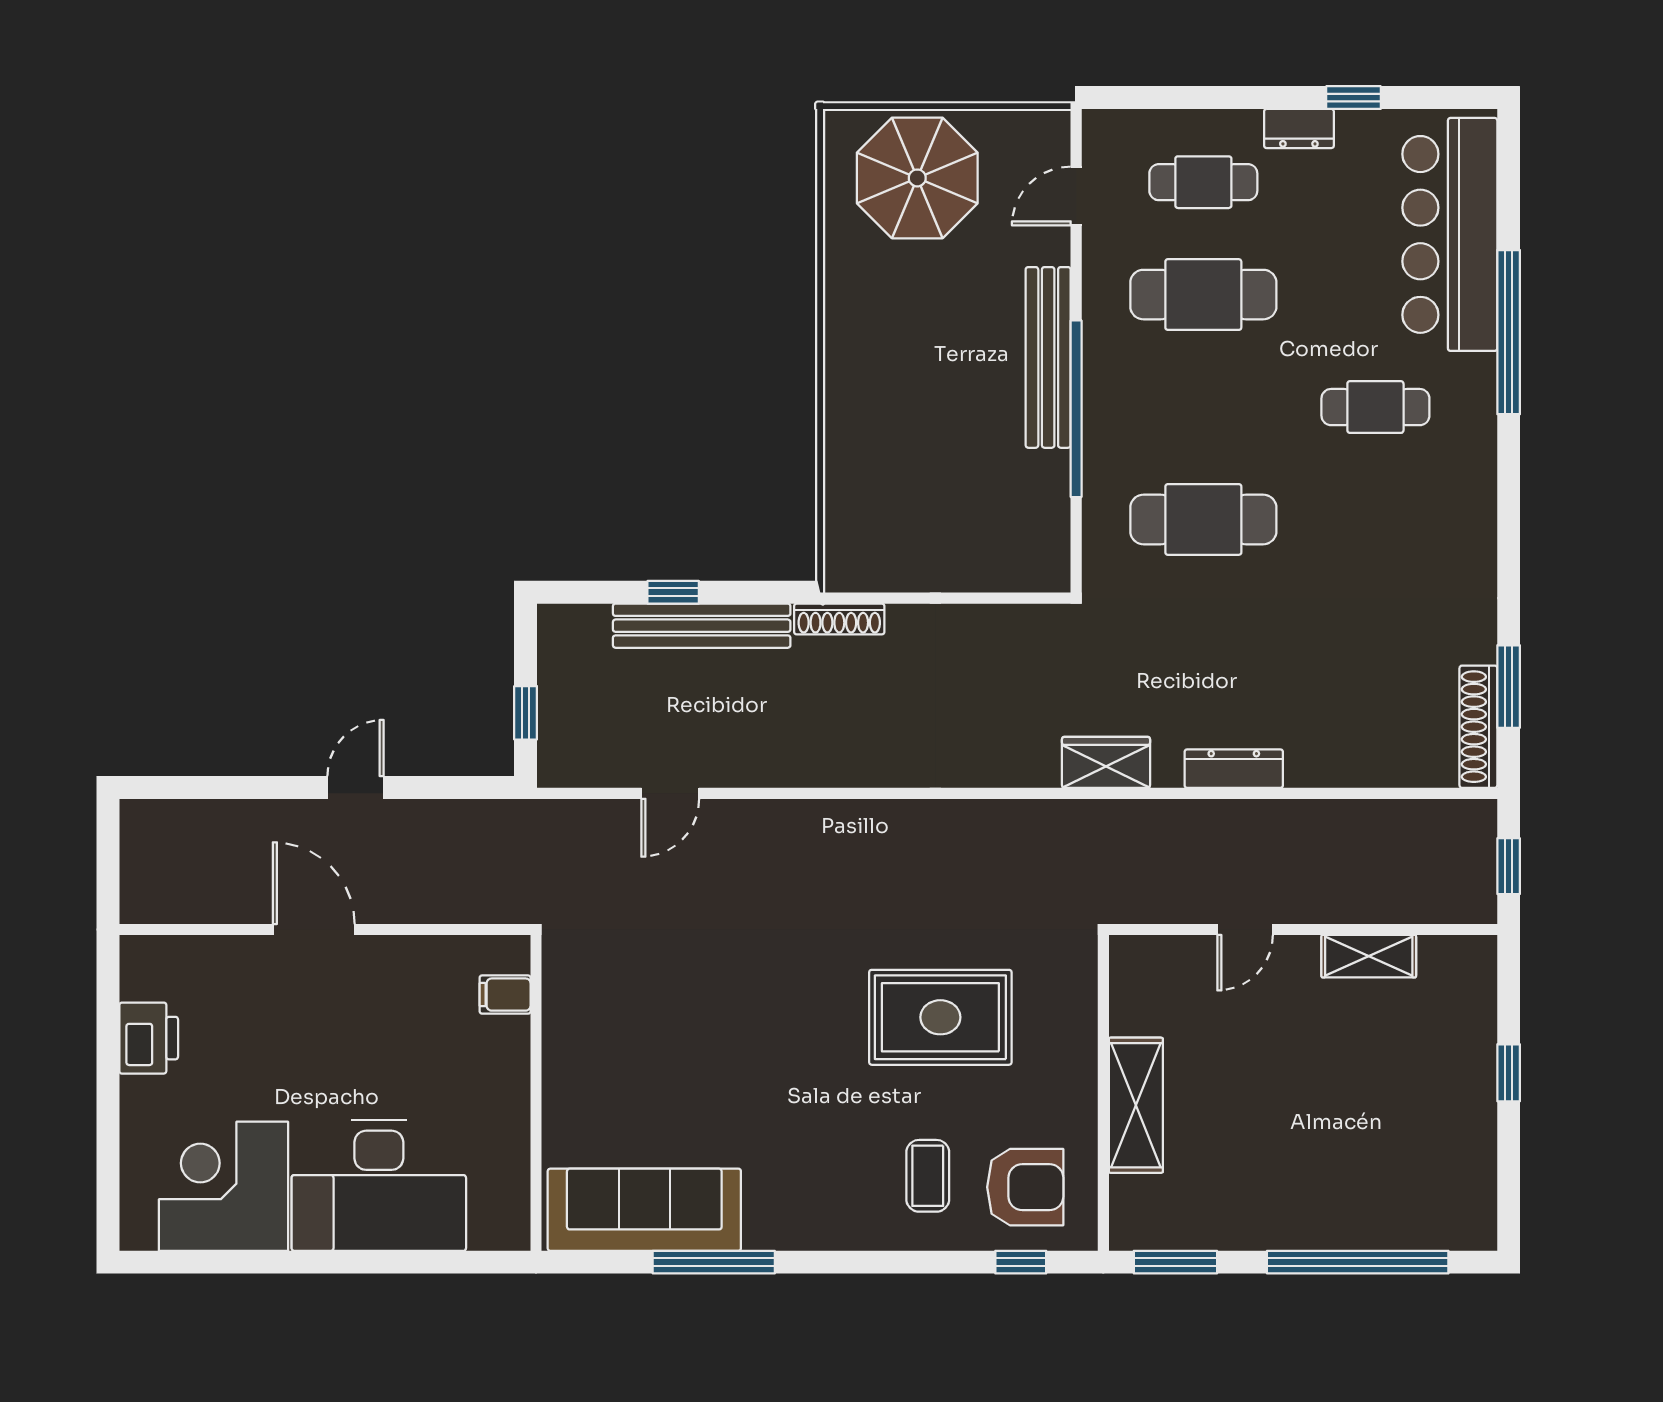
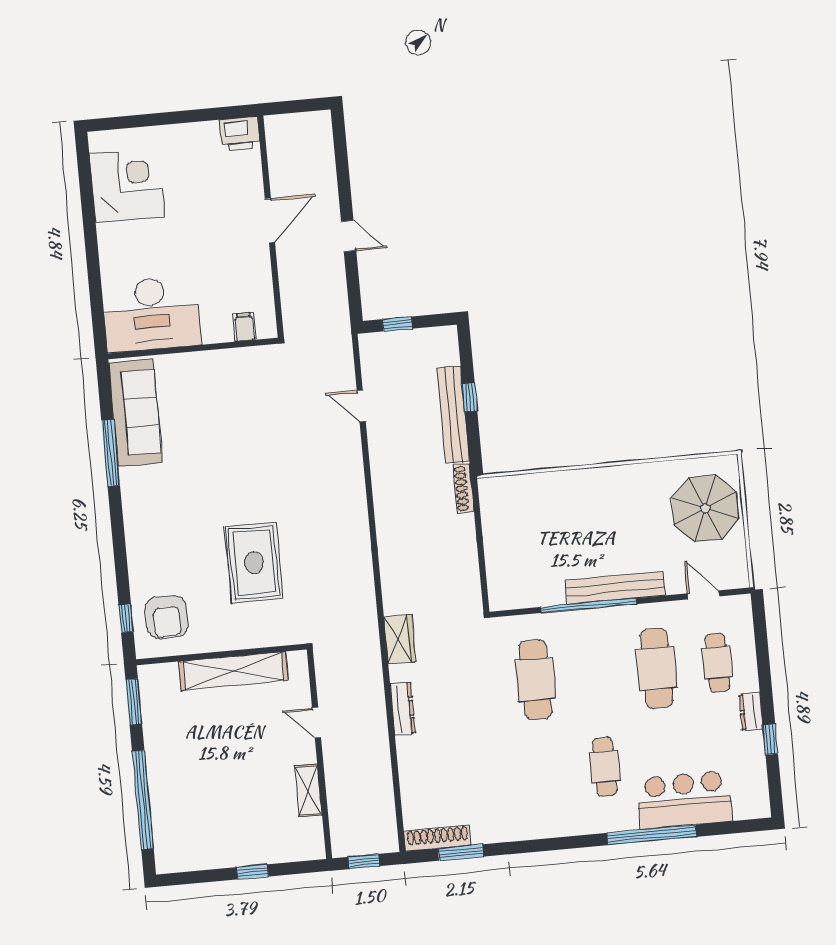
bar counter: (1450, 234) -> (685, 800), width x0.73
printer: (149, 1038) -> (240, 134), moved
shelving: (1136, 1105) -> (233, 671), width x1.47
coffee table: (928, 1176) -> (168, 564), removed
desk: (379, 1186) -> (151, 314), moved, turned -90

